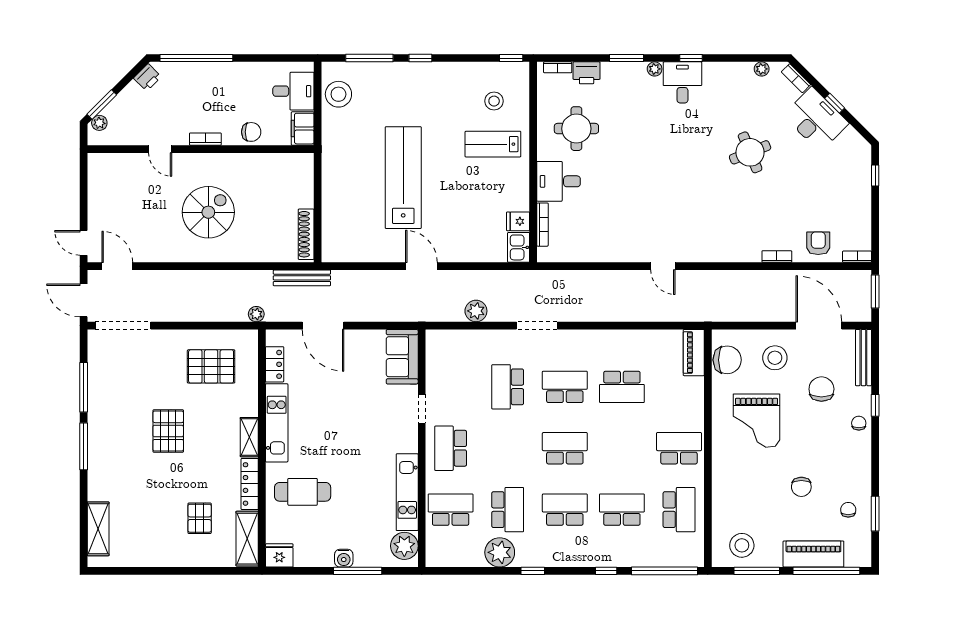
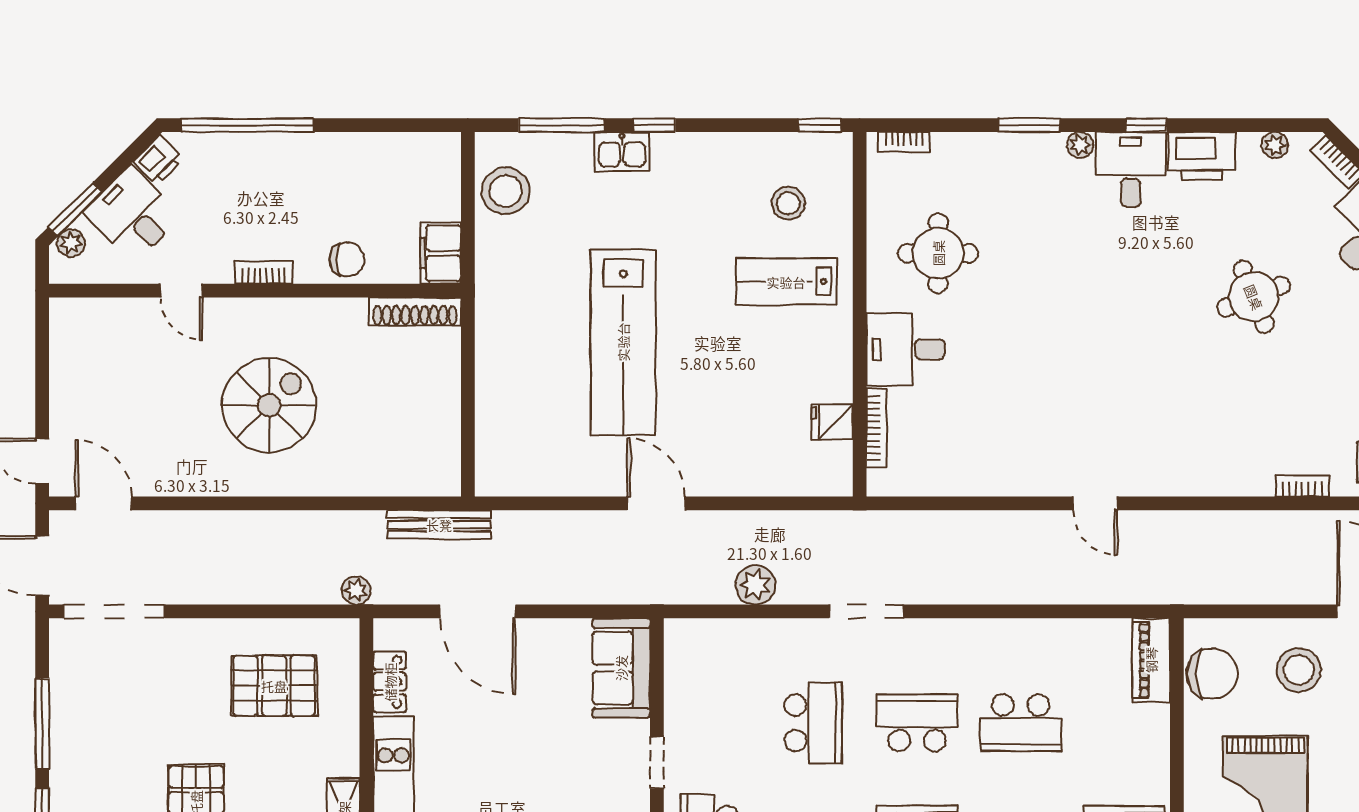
printer: (587, 73) -> (1202, 156), moved, width x1.37, depth x1.19
desk: (293, 91) -> (133, 214), moved, turned -135
lab bench: (403, 178) -> (623, 342), turned 180
shoe rack: (306, 234) -> (415, 312), moved, turned -90
kitchen sink: (519, 247) -> (622, 152), moved, turned -90
school desk: (508, 387) -> (813, 723), turned 180

